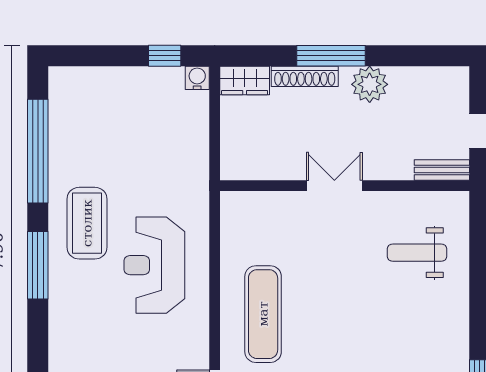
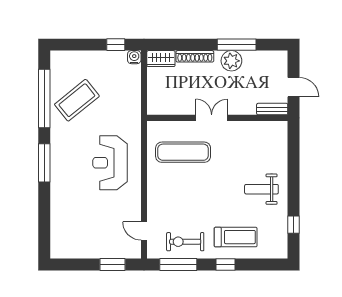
window: (331, 56) -> (237, 45), moved
coffee table: (87, 223) -> (77, 100), moved, turned 51
weight bench: (417, 253) -> (261, 189), moved
exercise mat: (263, 314) -> (183, 152), moved, turned 90

